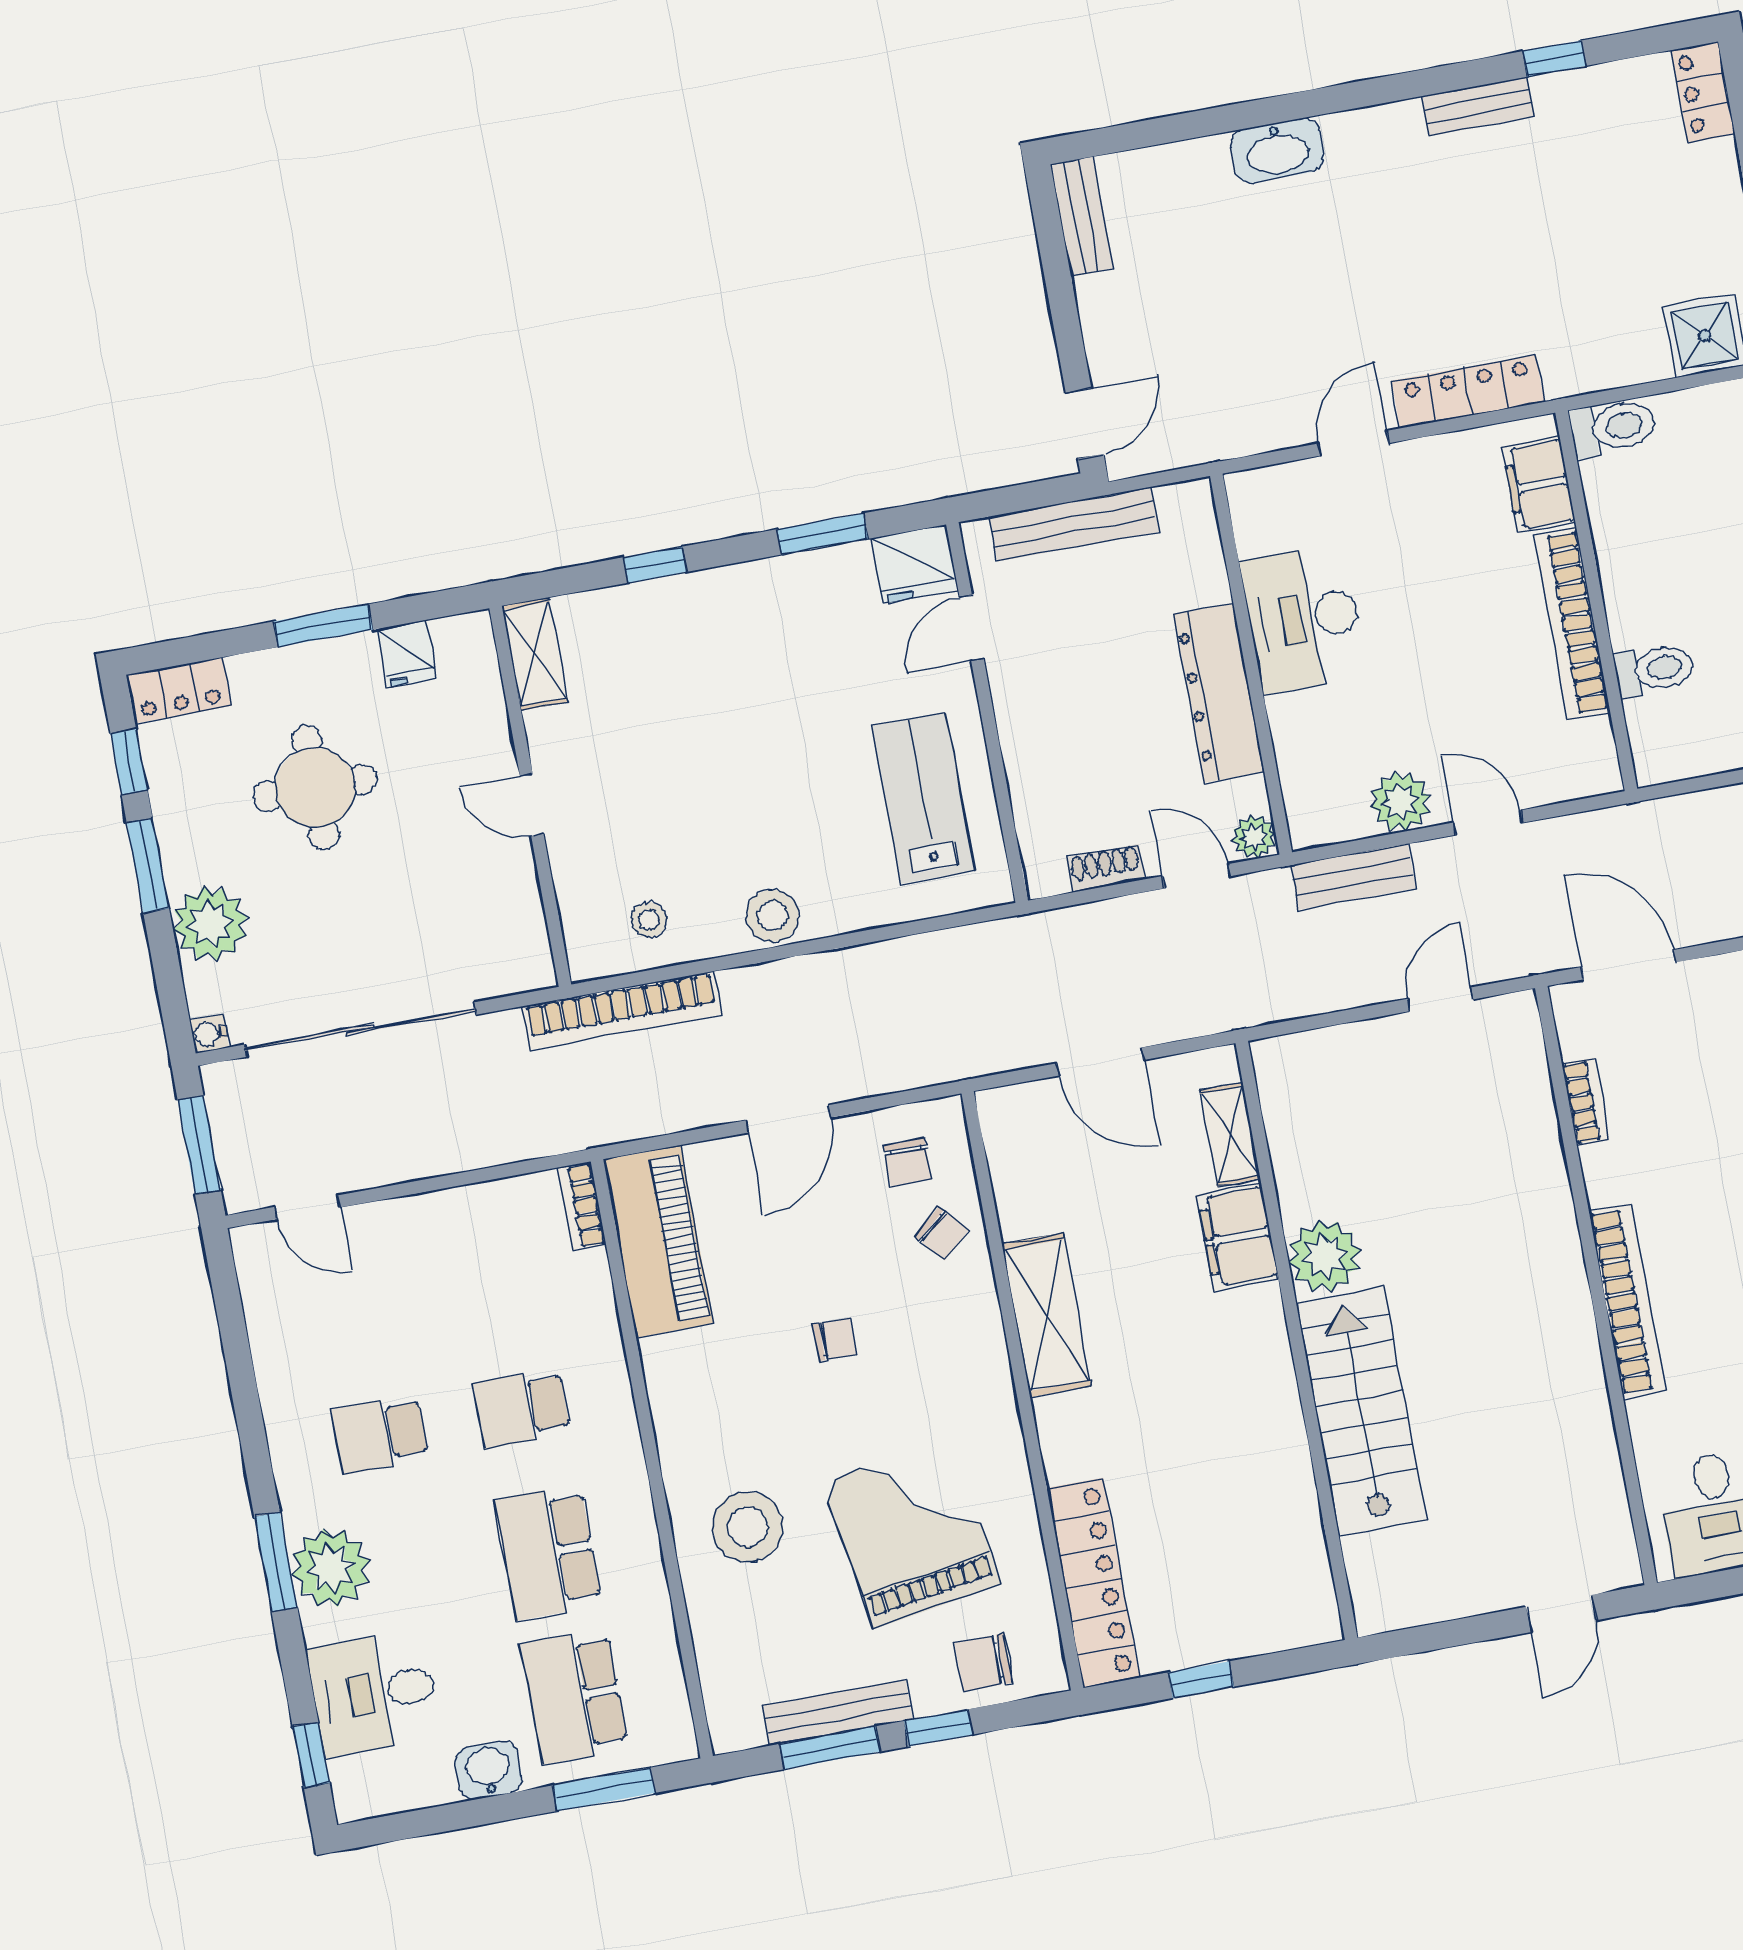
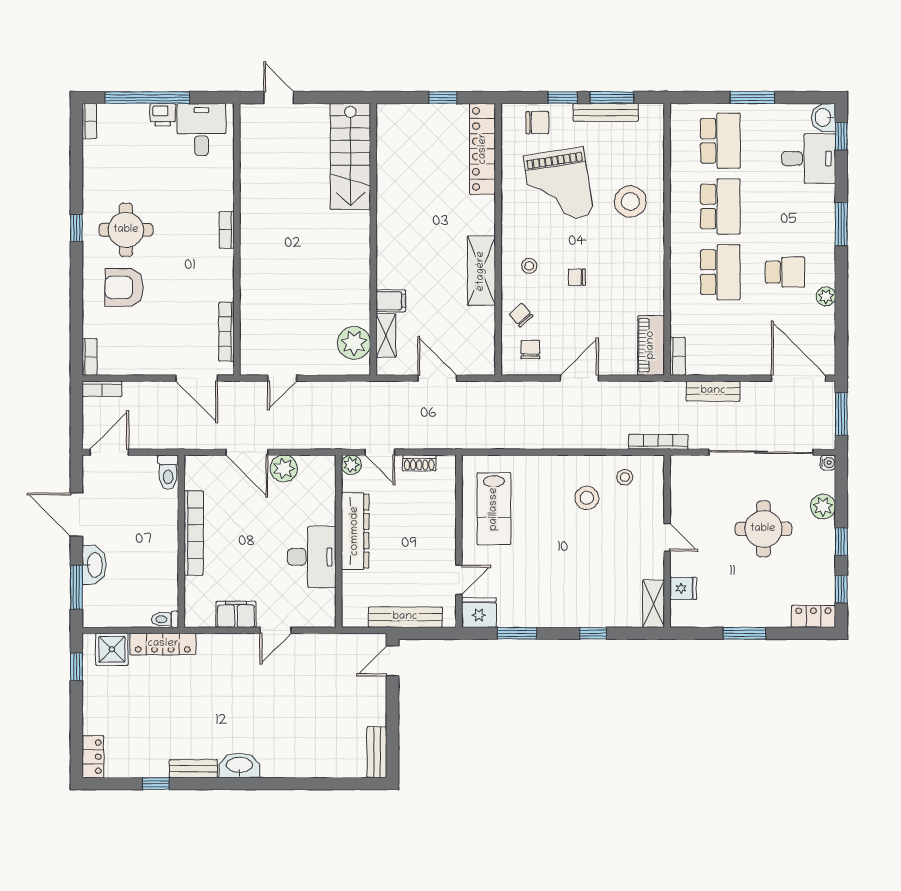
washbasin: (1277, 150) -> (239, 766), moved
locker: (1468, 391) -> (163, 644), moved
toilet: (1613, 428) -> (165, 619), width x0.73, depth x0.72
filing cabinet: (1539, 485) -> (236, 614), moved, turned -90
fridge: (407, 654) -> (683, 588), moved, turned 90
toilet: (1654, 669) -> (168, 472), moved, turned -90
round table: (315, 788) -> (763, 529), moved
door: (1488, 823) -> (247, 452), width x1.38
window: (148, 865) -> (841, 542), width x0.67
bench: (1353, 877) -> (713, 391), moved
stool: (773, 916) -> (587, 498), moved
plant: (210, 924) -> (823, 506), width x0.73, depth x0.73
bookcase: (622, 1010) -> (658, 442), width x0.68, depth x0.76
bookcase: (1586, 1102) -> (226, 332), width x1.56
door: (307, 1207) -> (799, 378), width x1.88
filing cabinet: (1238, 1237) -> (391, 301), width x0.50
piano: (658, 1242) -> (651, 345), width x0.73, depth x0.75
plant: (1325, 1256) -> (354, 343), moved
bookcase: (1627, 1301) -> (227, 230), width x0.43, depth x0.76
stool: (943, 1345) -> (529, 266), added
school desk: (522, 1408) -> (720, 272), width x1.85
stairs: (1361, 1412) -> (350, 156), moved
plant: (331, 1568) -> (826, 296), moved, width x0.53, depth x0.53
door: (1561, 1613) -> (279, 98), hinge flipped
washbasin: (488, 1770) -> (823, 117), moved, turned 90
window: (604, 1789) -> (753, 98), moved

